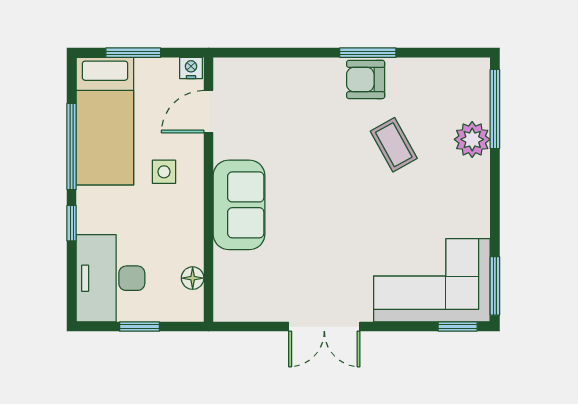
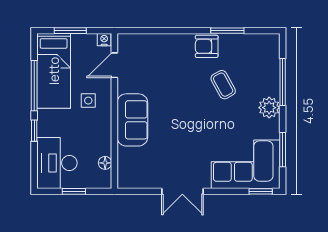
window: (368, 53) -> (227, 31), moved
window: (495, 109) -> (283, 82), moved
plant: (472, 139) -> (269, 108), moved
window: (495, 286) -> (283, 150), moved

